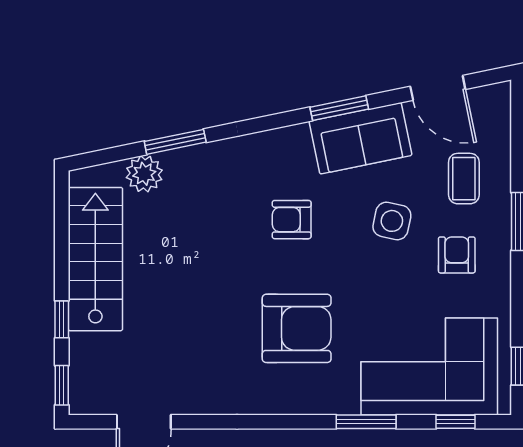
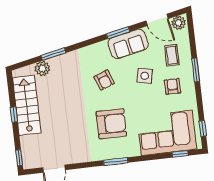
plant: (490, 101) -> (179, 23), added
armchair: (292, 220) -> (104, 80), turned -111
window: (62, 319) -> (14, 115), moved
window: (366, 422) -> (116, 161), moved

